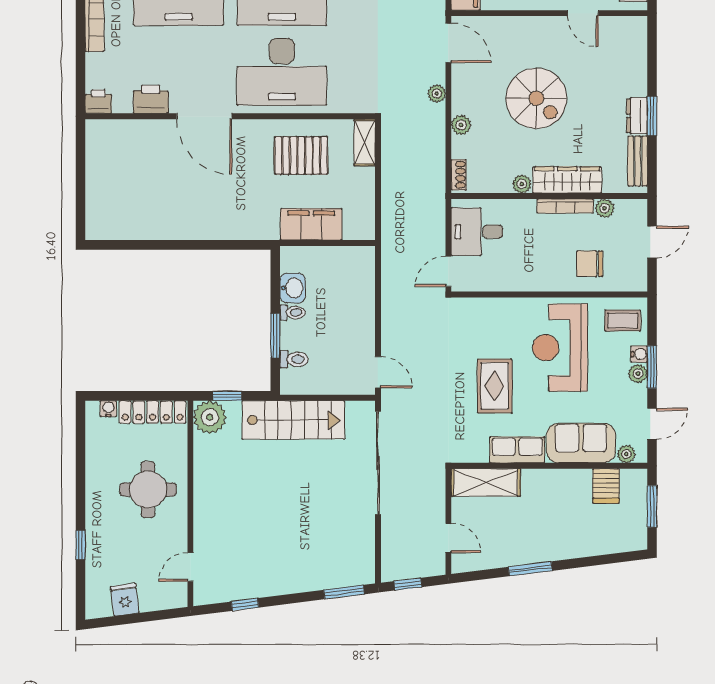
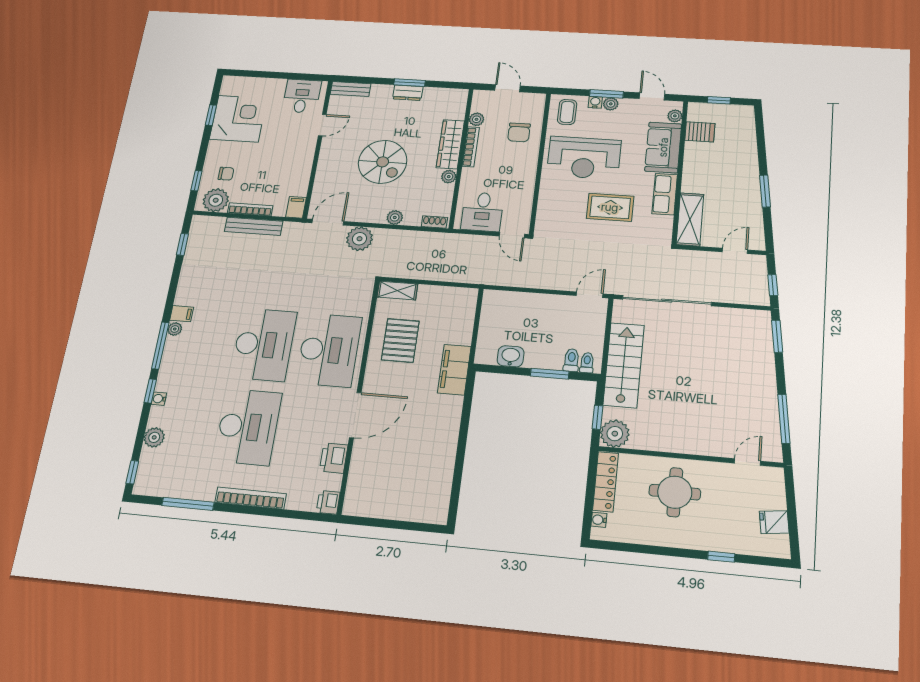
plant: (437, 94) -> (360, 239), width x1.88, depth x1.88
spiral stairs: (536, 98) -> (383, 162), turned 90
bench: (638, 161) -> (351, 89), moved
filing cabinet: (311, 224) -> (454, 370), moved
toilet: (292, 313) -> (587, 363), moved
window: (652, 506) -> (719, 100), width x0.67
door: (190, 567) -> (747, 462), swing flipped
window: (245, 605) -> (784, 419), width x2.17

